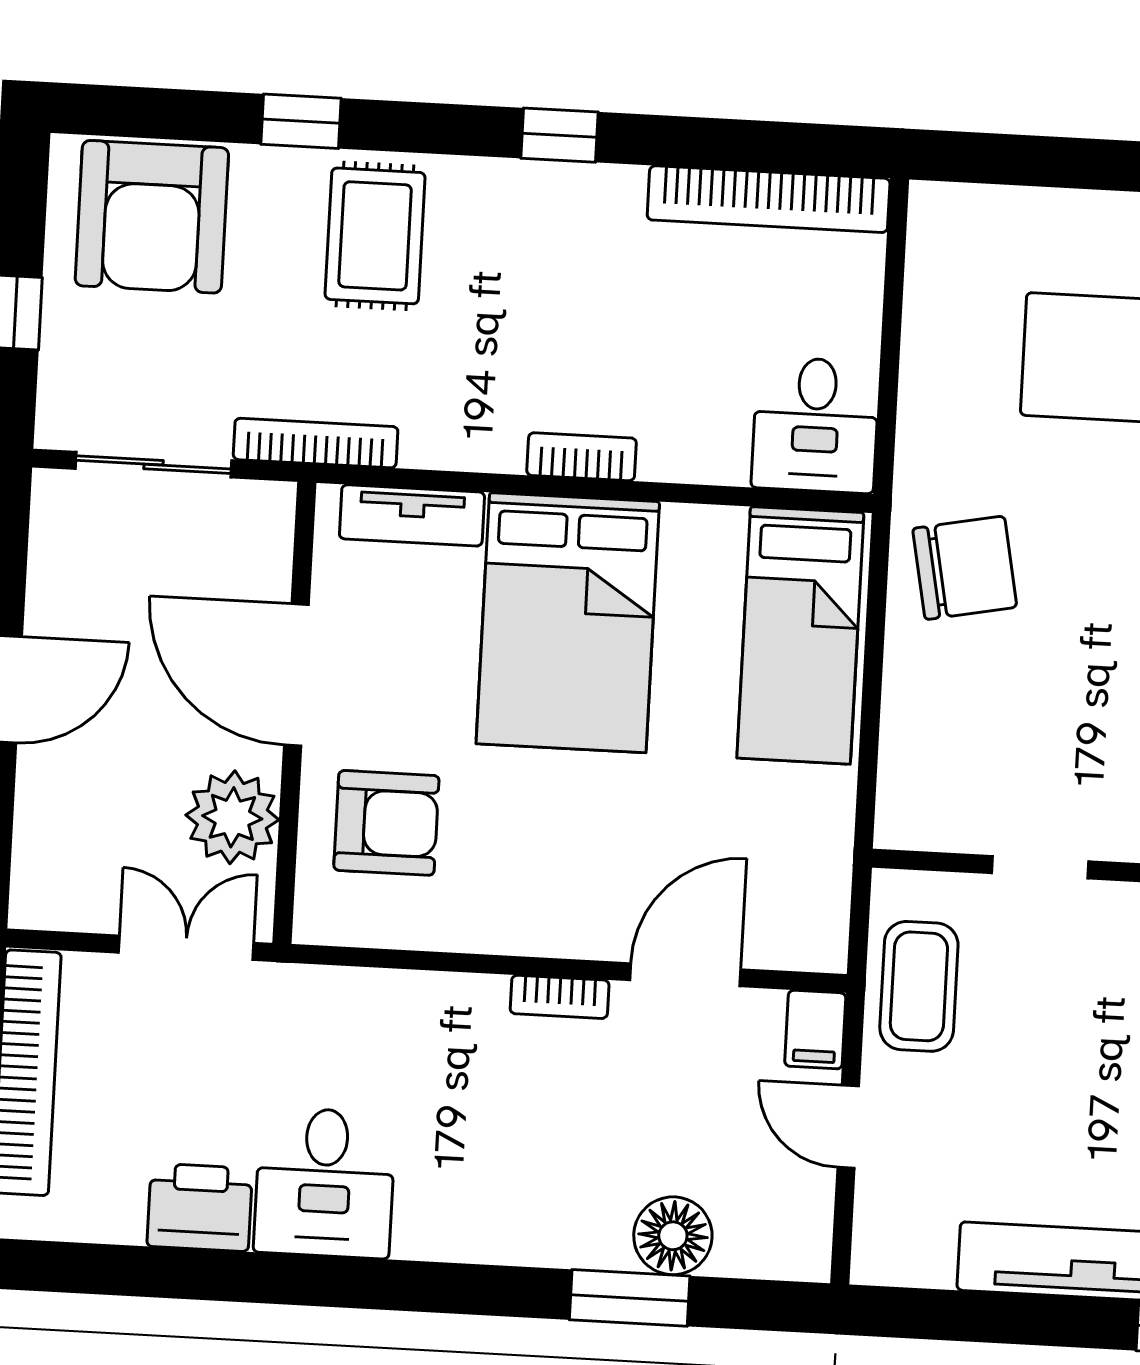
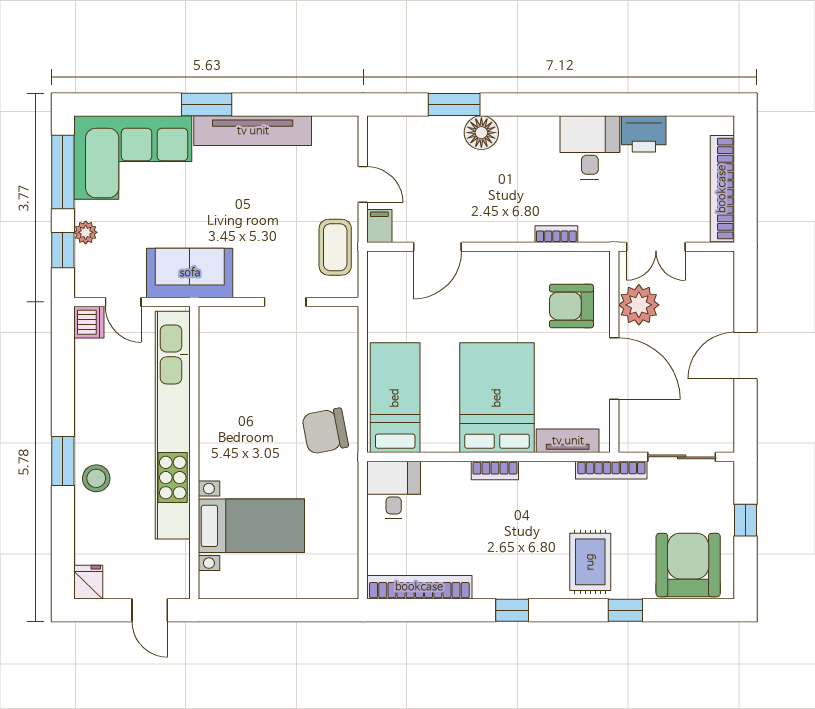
bookcase: (560, 997) -> (556, 234), moved
floor lamp: (673, 1236) -> (481, 133), moved

